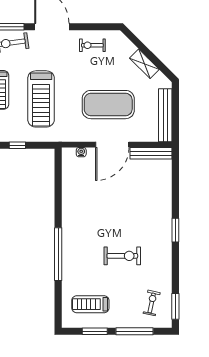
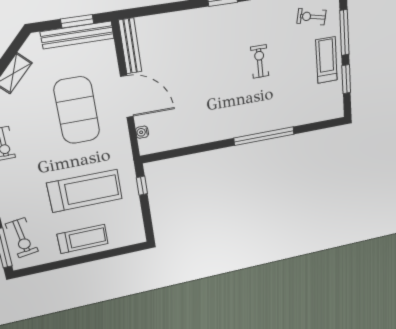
window: (175, 117) -> (77, 21), added
window: (17, 145) -> (142, 186), moved
exercise bike: (122, 256) -> (260, 61), width x0.73, depth x0.72
treadmill: (90, 304) -> (326, 60), moved, turned 180

